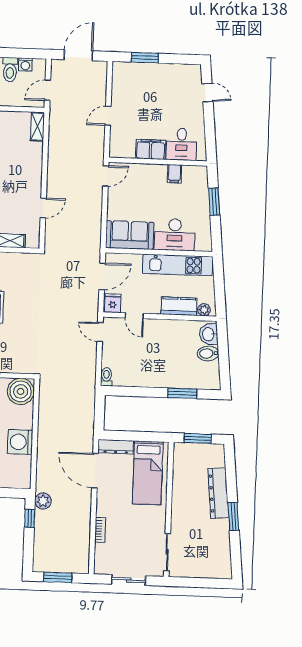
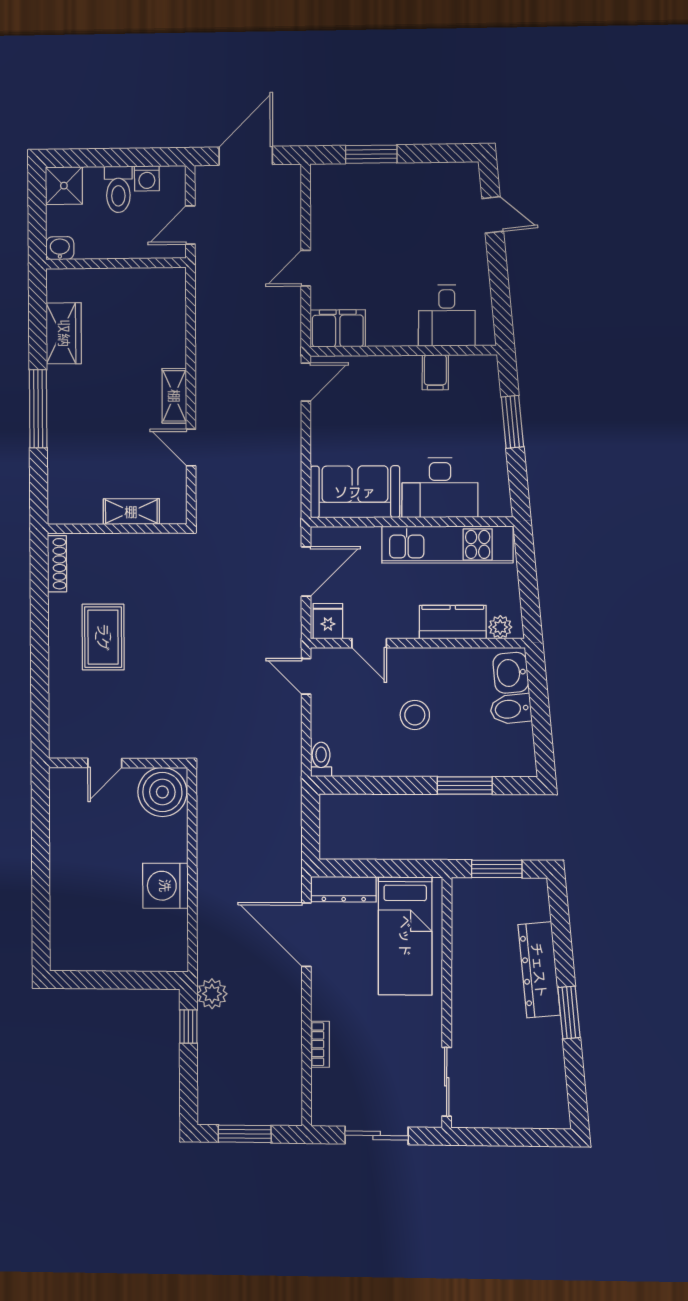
shelving: (37, 127) -> (174, 396), moved
filing cabinet: (151, 149) -> (338, 328), moved
door: (43, 208) -> (191, 447), swing flipped
stool: (157, 355) -> (415, 715), added

